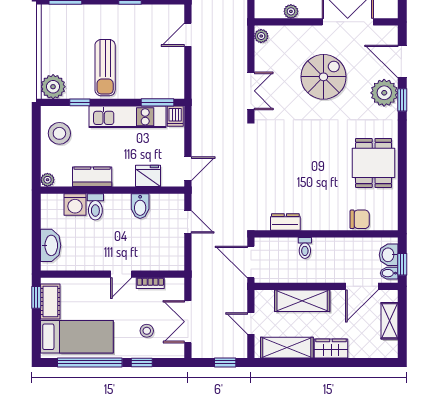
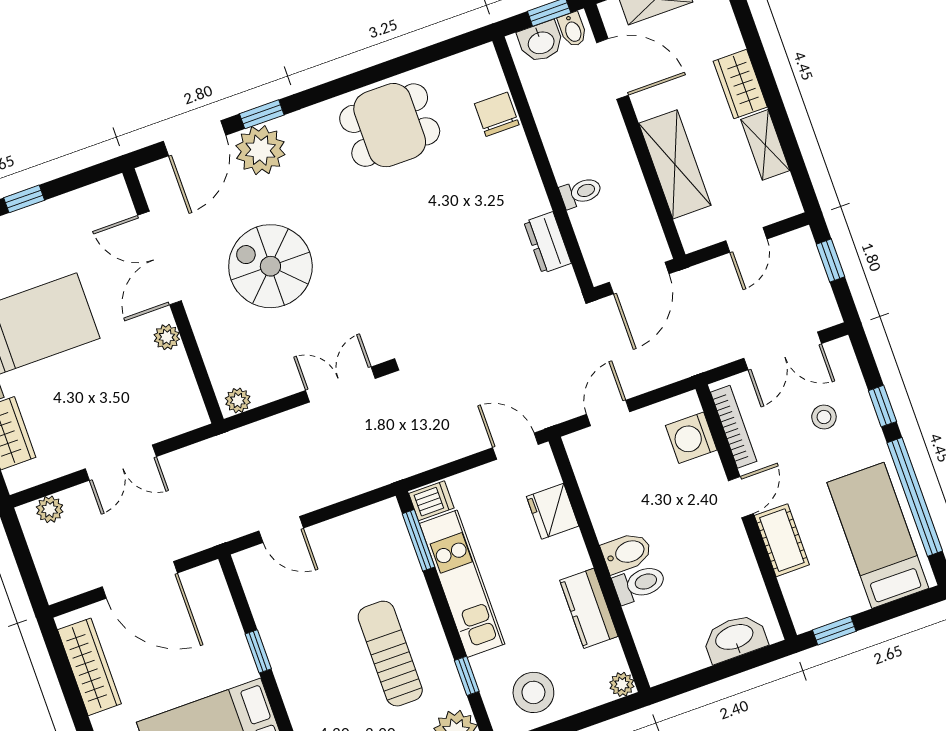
plant: (291, 11) -> (167, 337), moved
sun lounger: (105, 68) -> (390, 654), turned -90
washing machine: (75, 204) -> (691, 438), moved, turned 180
bidet: (140, 206) -> (627, 553), moved
door: (121, 274) -> (741, 497), hinge flipped
bookcase: (150, 283) -> (734, 427), width x1.56
cot: (50, 302) -> (782, 540), moved, turned 90
shelving: (287, 348) -> (765, 145), width x0.67, depth x0.75

